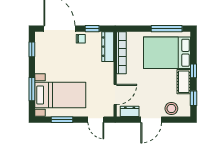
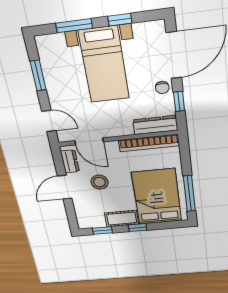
window: (32, 49) -> (120, 20), moved
bed with nightstands: (60, 95) -> (104, 65), moved
stool: (171, 108) -> (99, 182), moved
door: (96, 120) -> (49, 121), swing flipped
door: (151, 120) -> (65, 187), hinge flipped

